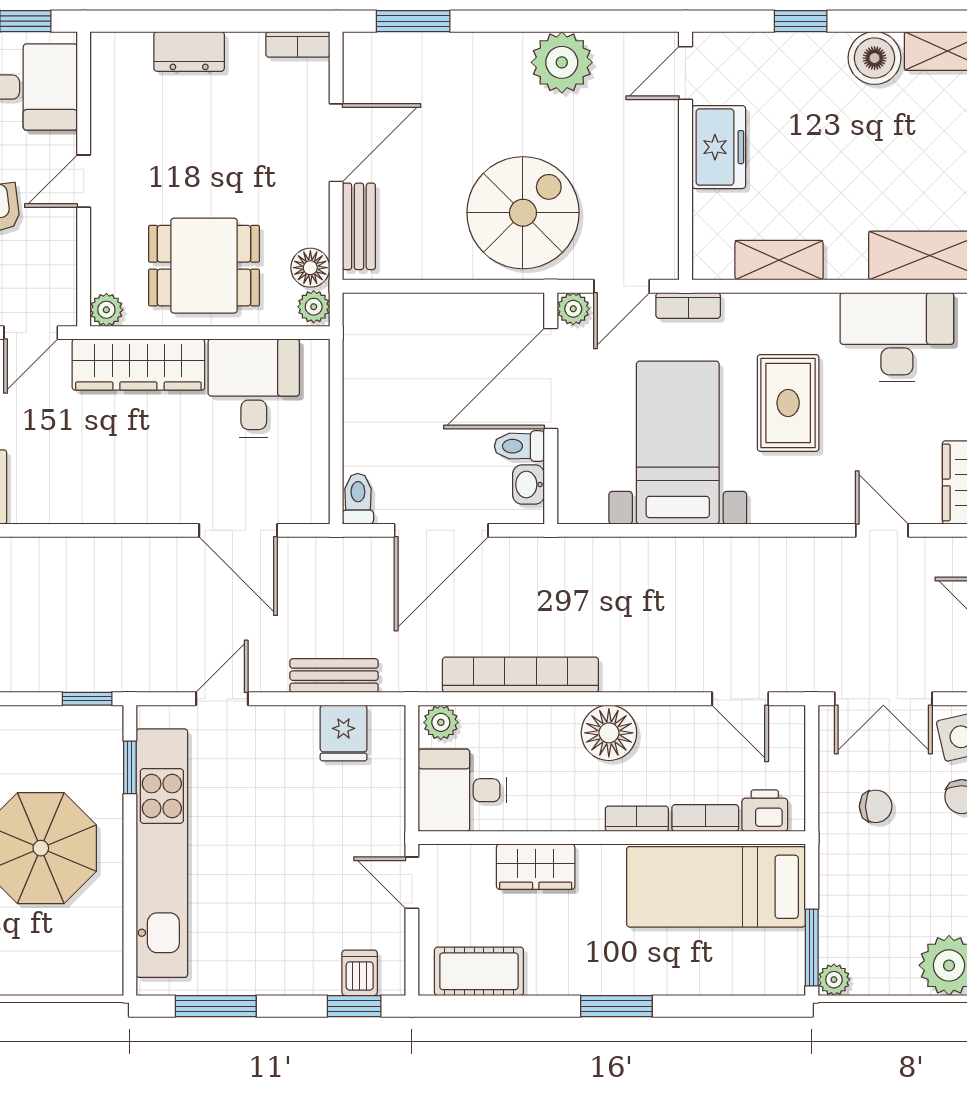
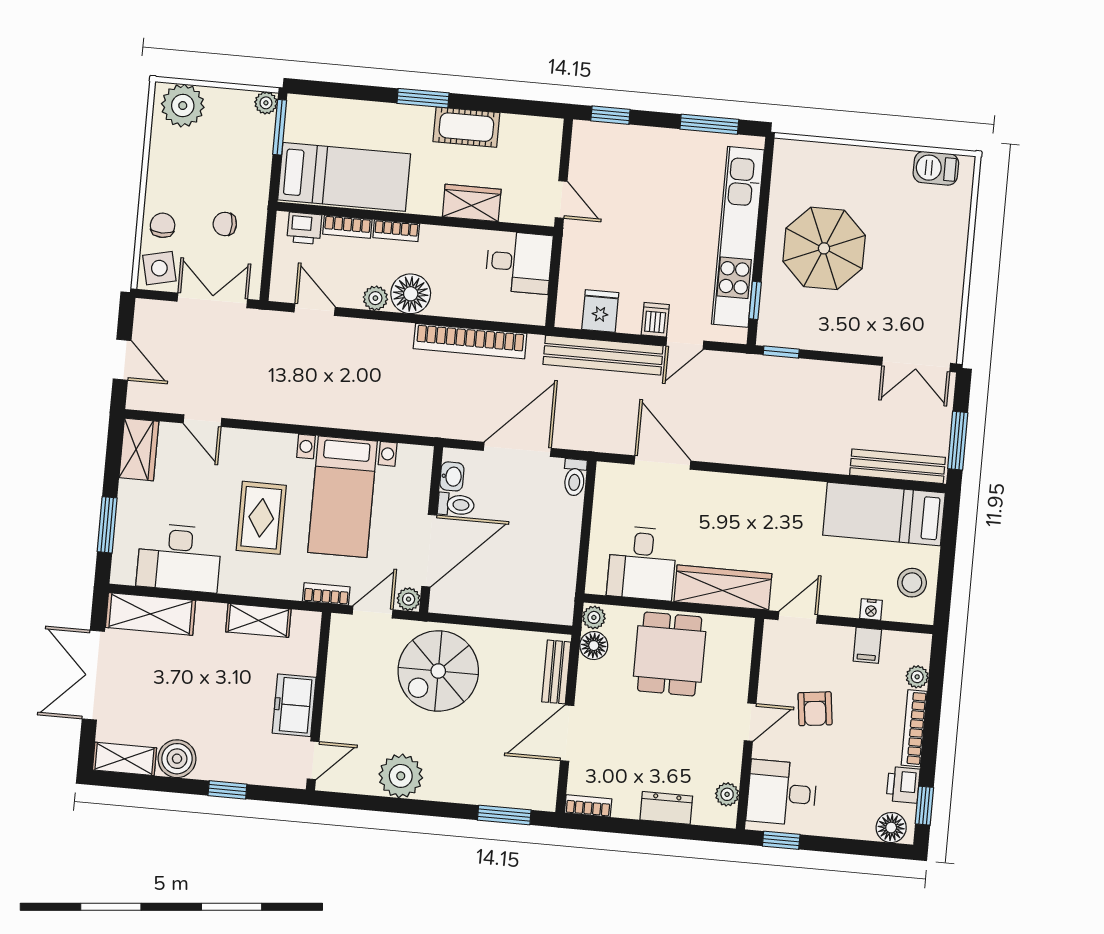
dining table: (204, 266) -> (670, 654), turned 90
plant: (106, 310) -> (727, 794), moved
bench: (334, 676) -> (603, 355), width x1.86, depth x1.21
plant: (441, 722) -> (375, 298), moved
cot: (479, 971) -> (466, 127), moved
dishwasher: (360, 973) -> (655, 320), moved, turned 180

